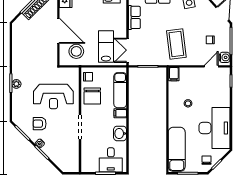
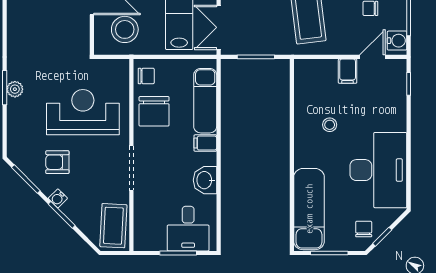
filing cabinet: (174, 74) -> (348, 71), moved
reception desk: (53, 96) -> (83, 112), turned 180
coffee table: (70, 158) -> (113, 226), added

